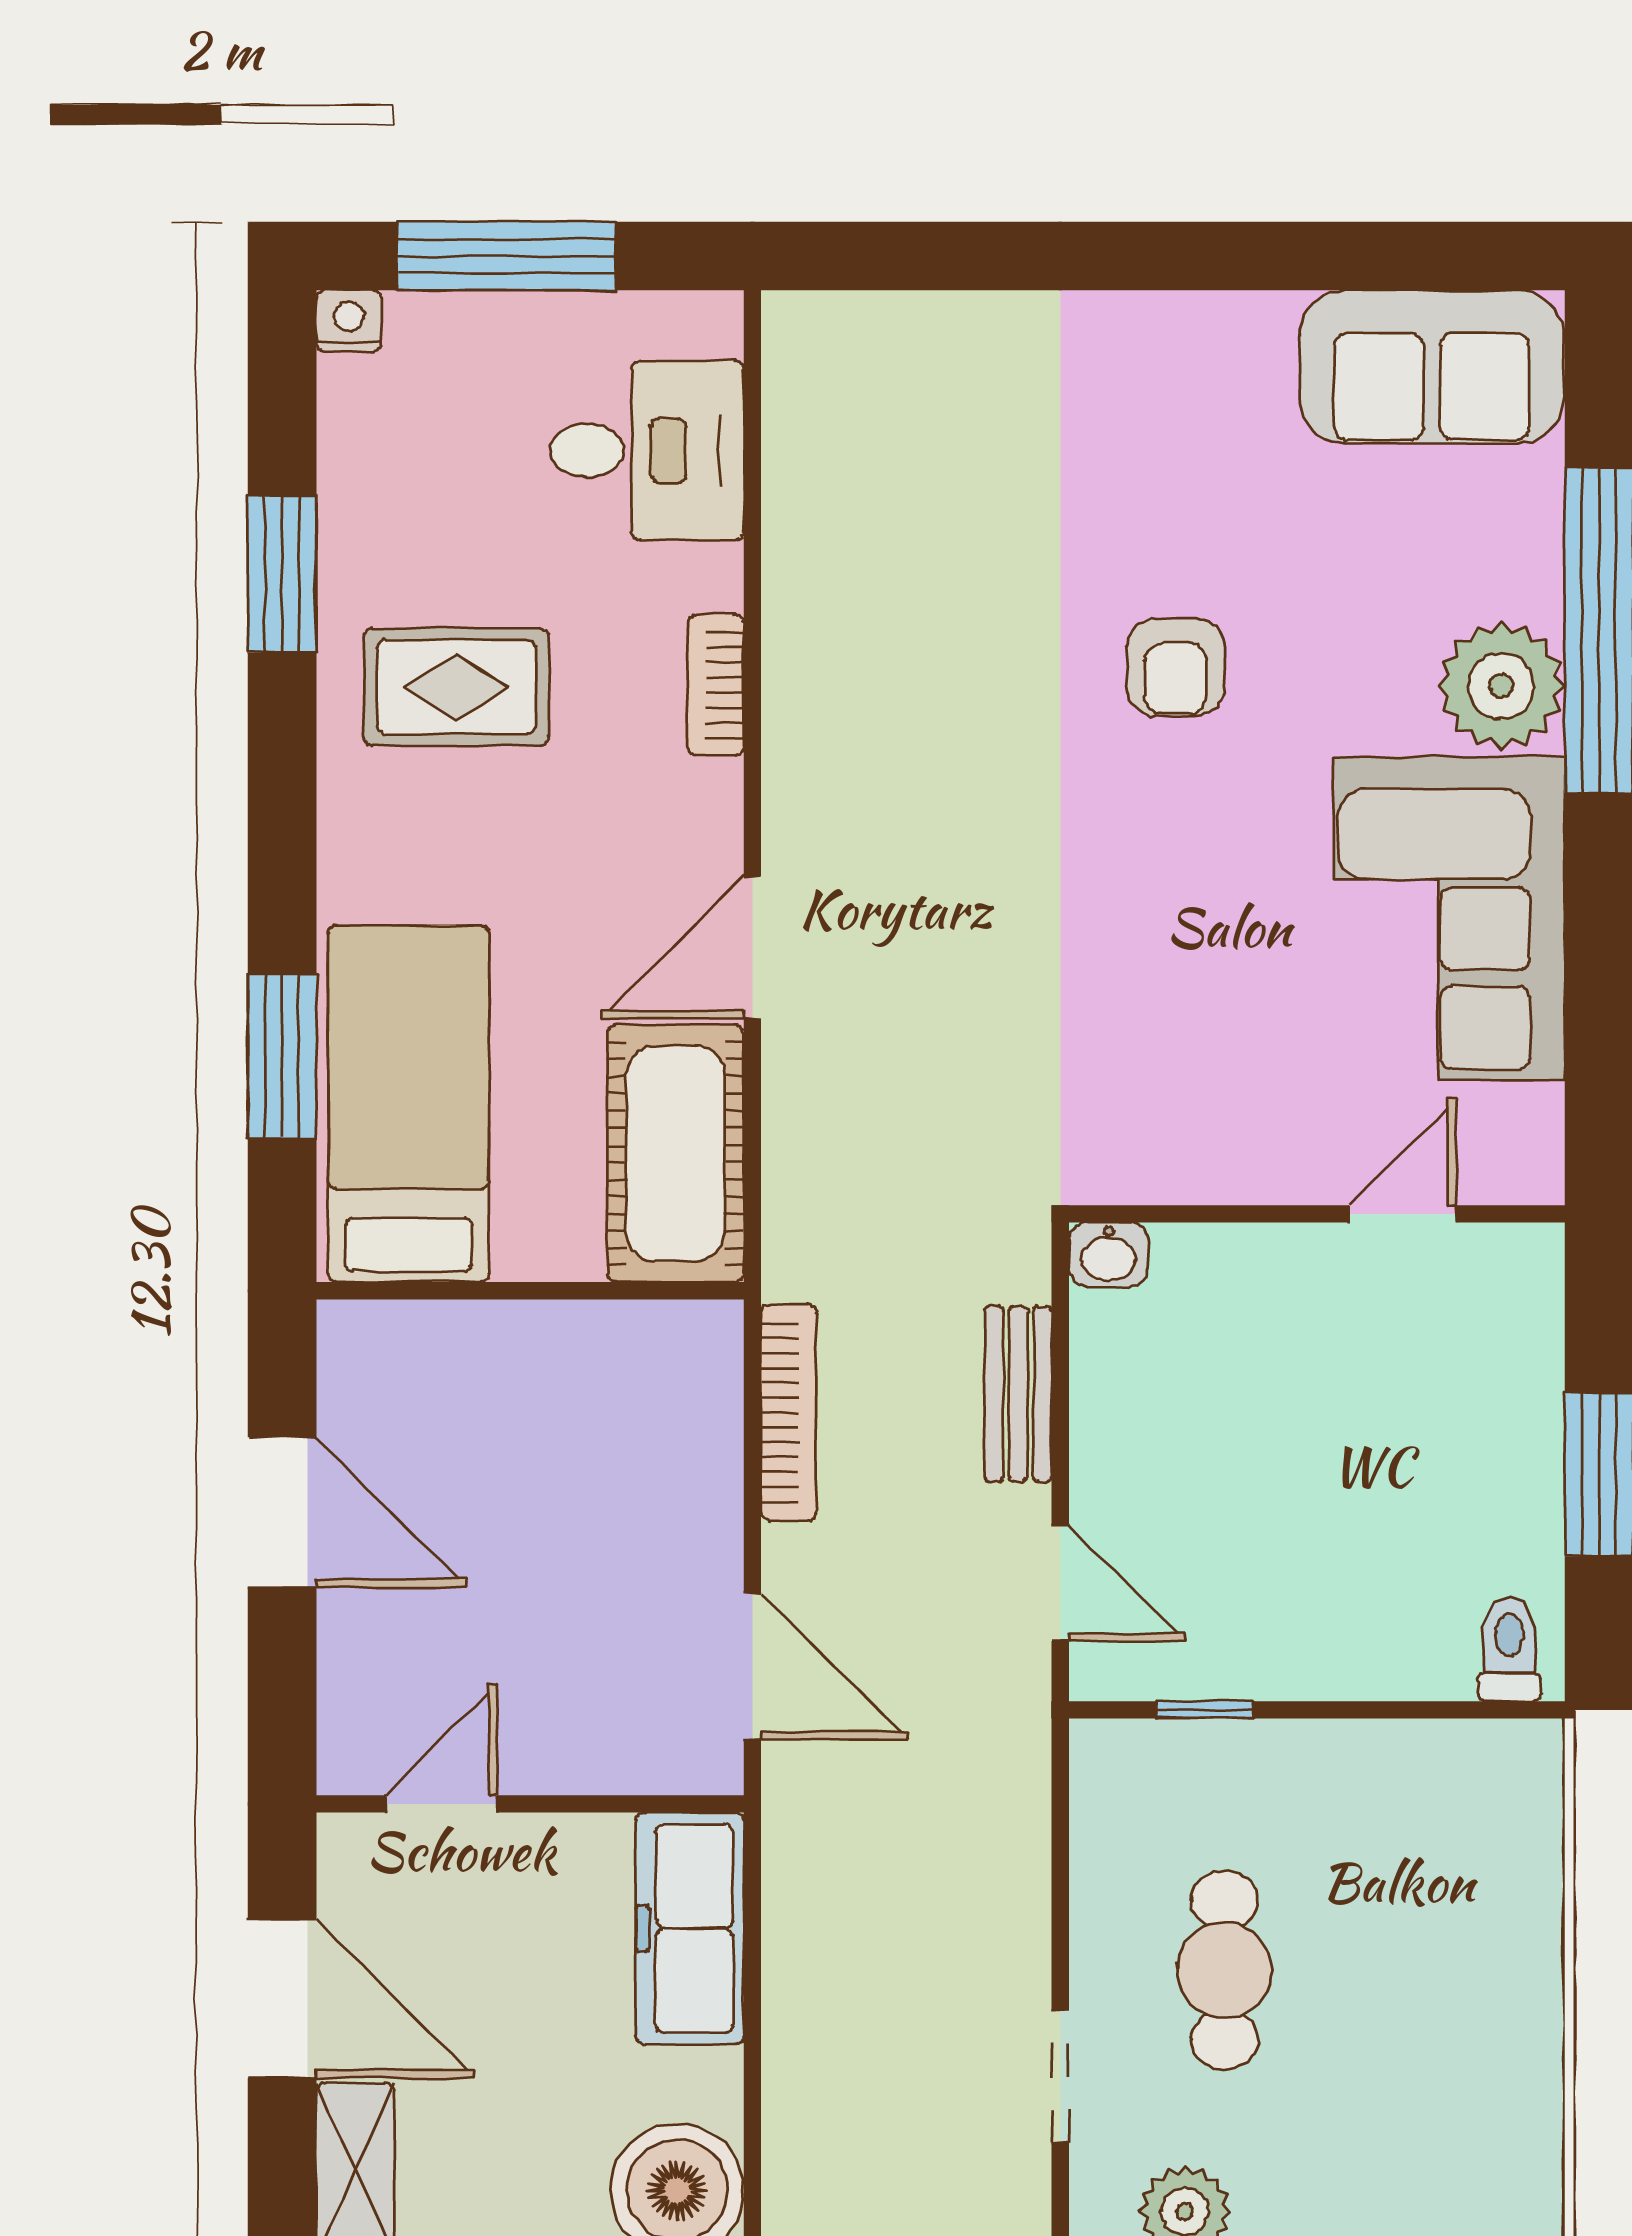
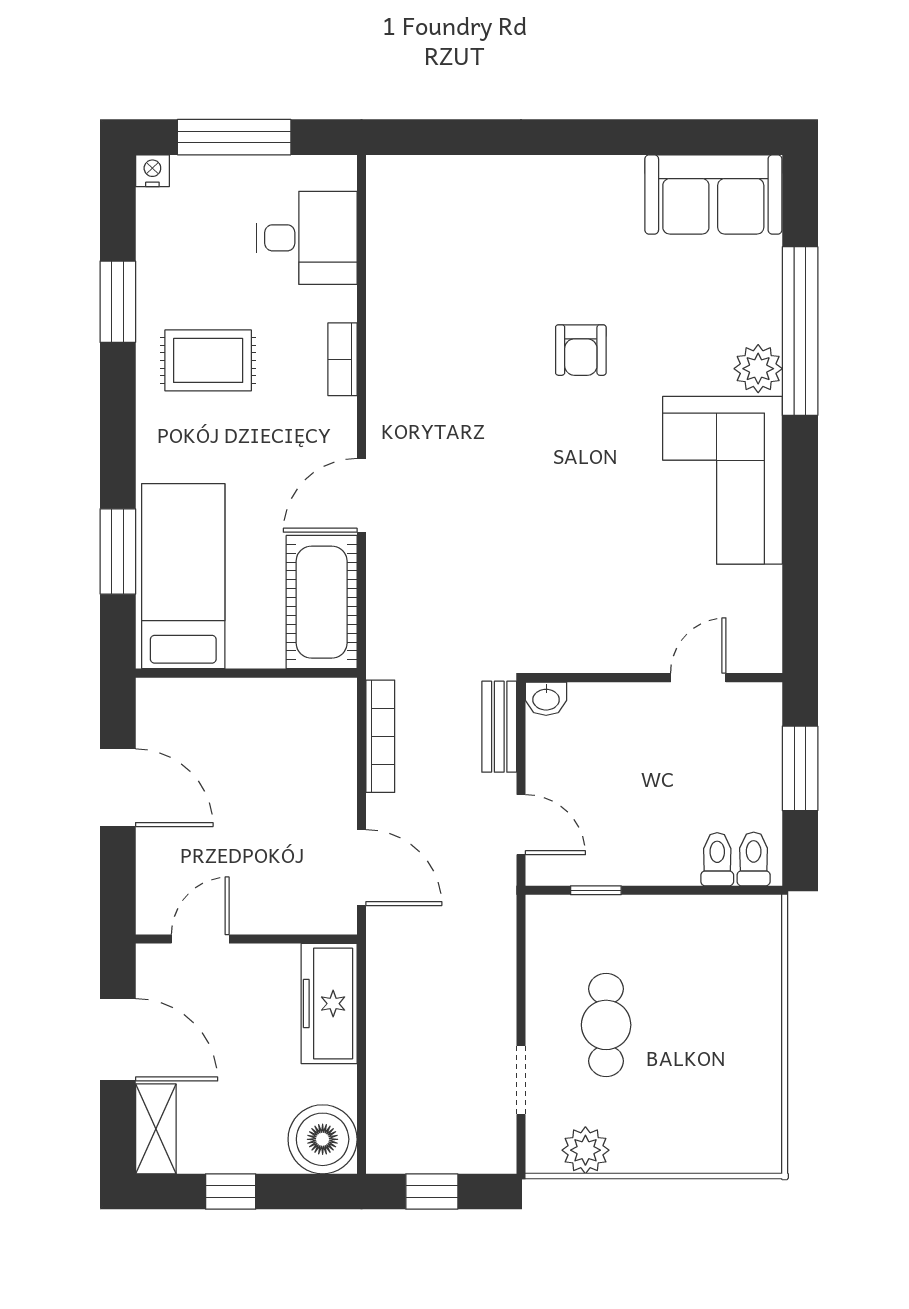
plant: (1501, 686) -> (758, 369), width x0.73, depth x0.73
wall: (1317, 1214) -> (654, 678), moved
door: (1402, 1214) -> (698, 678), moved
washbasin: (1109, 1255) -> (546, 699), moved
toilet: (1439, 1650) -> (717, 859), added

